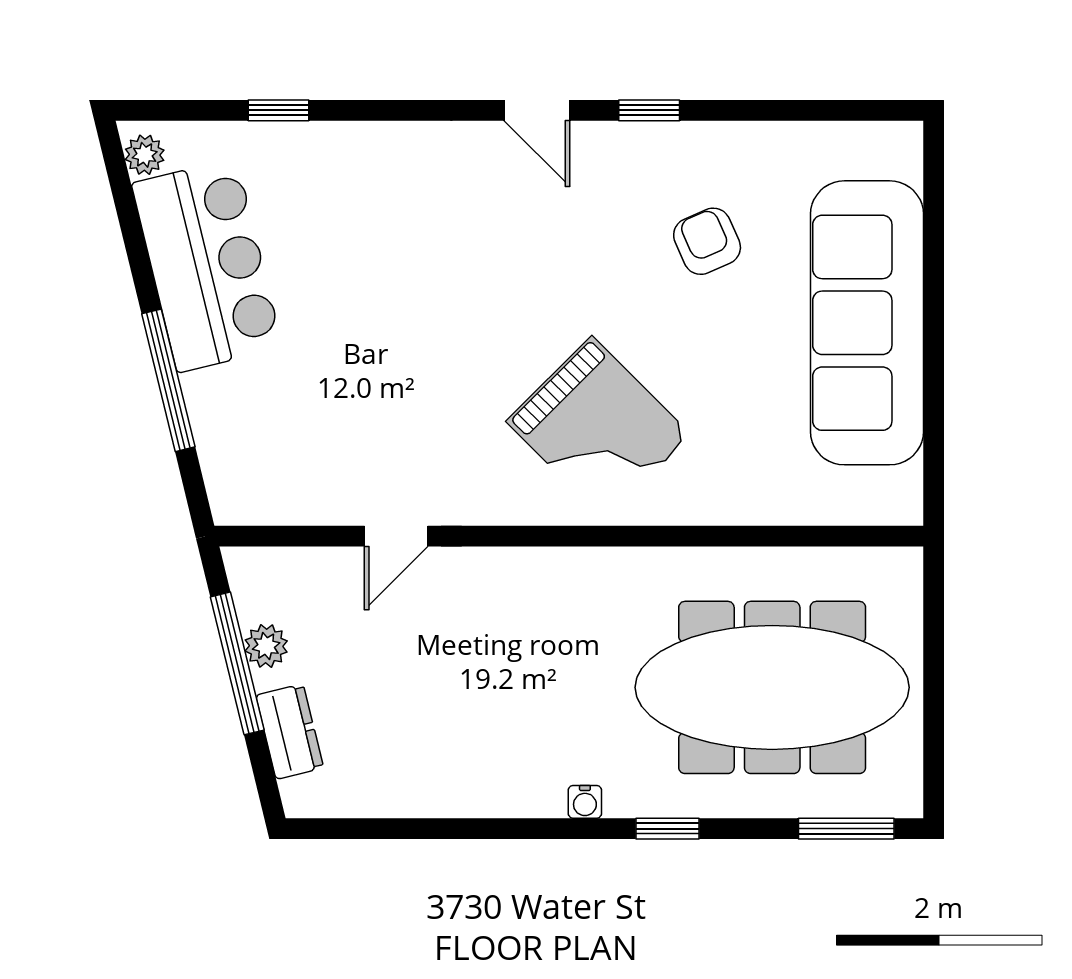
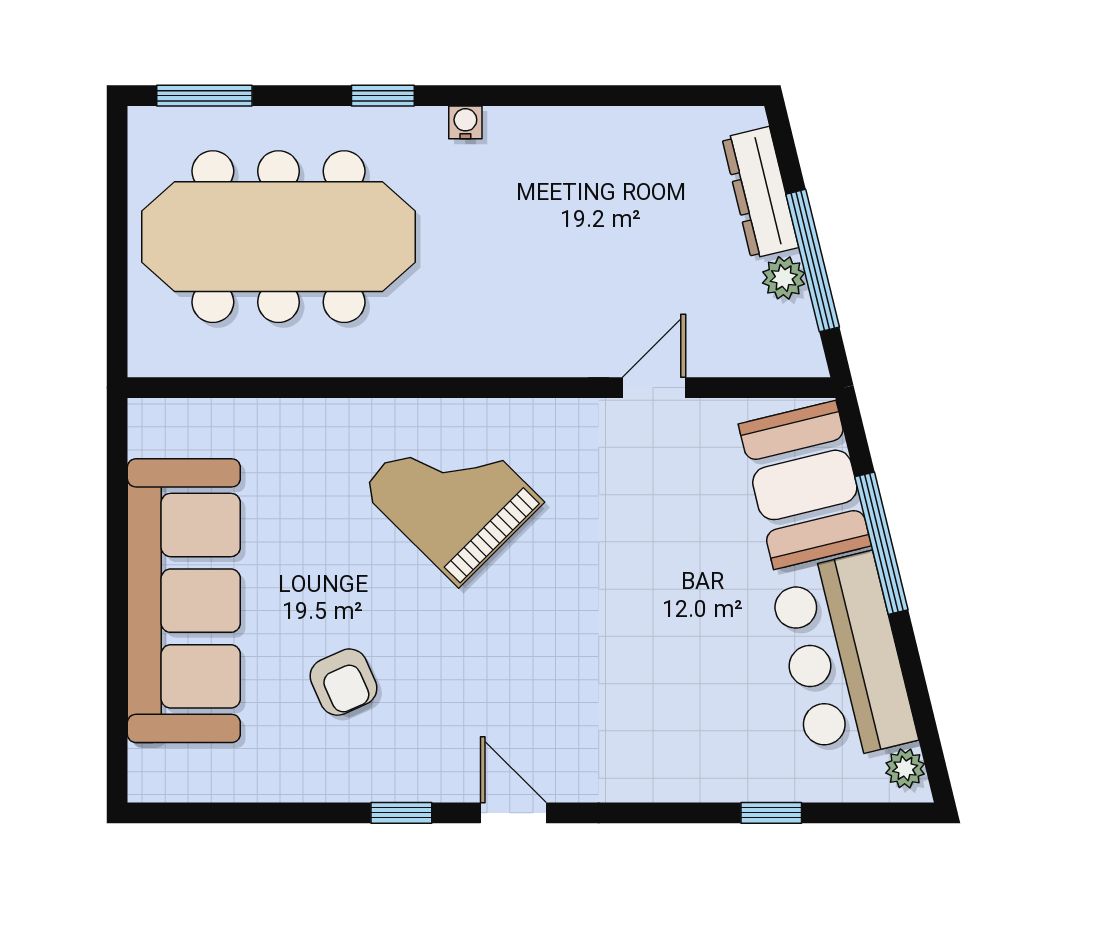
booth: (245, 439) -> (805, 485), added
dresser: (290, 732) -> (760, 193), width x1.44

